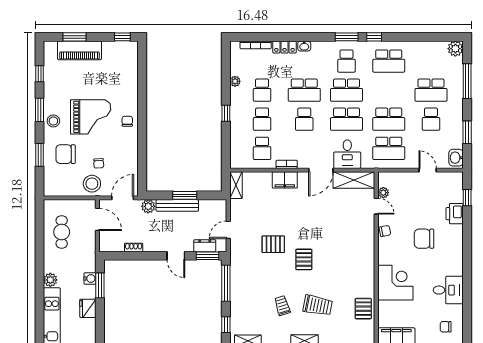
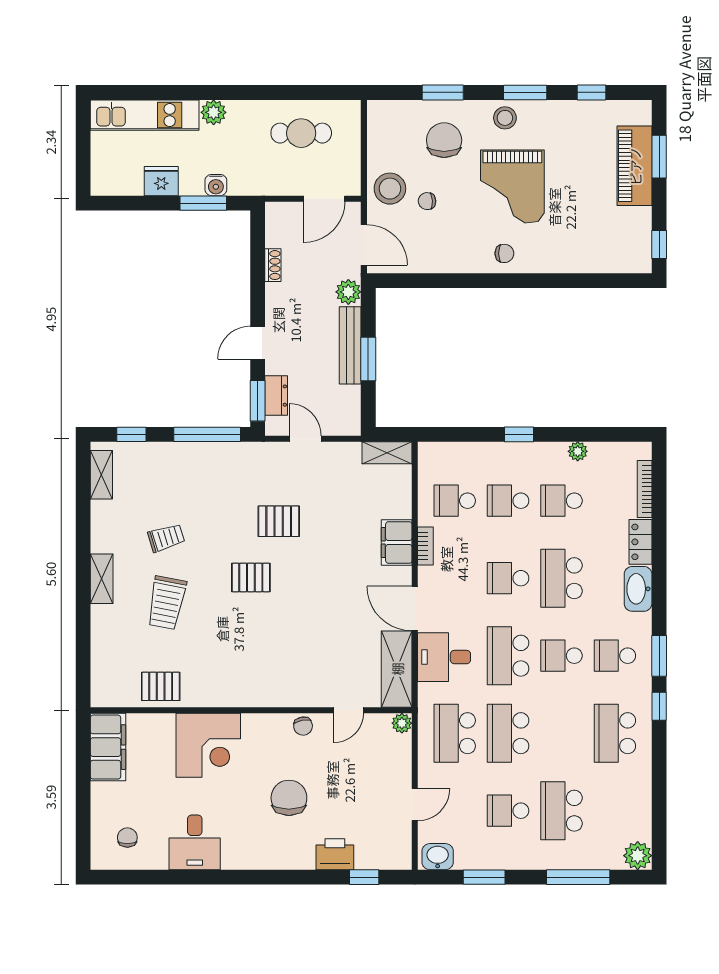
washbasin: (304, 46) -> (638, 589), width x1.91, depth x1.45
school desk: (347, 90) -> (561, 656), width x0.54
plant: (383, 193) -> (402, 723), moved
pallet: (273, 244) -> (279, 521), turned 90

